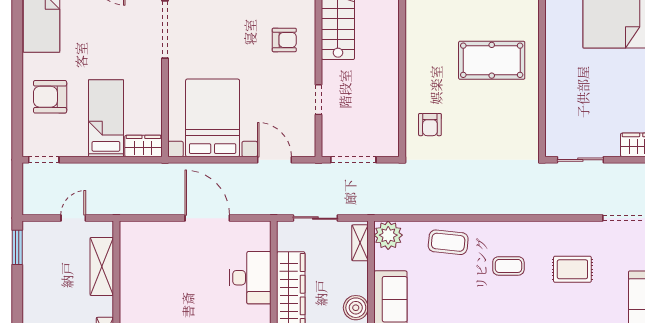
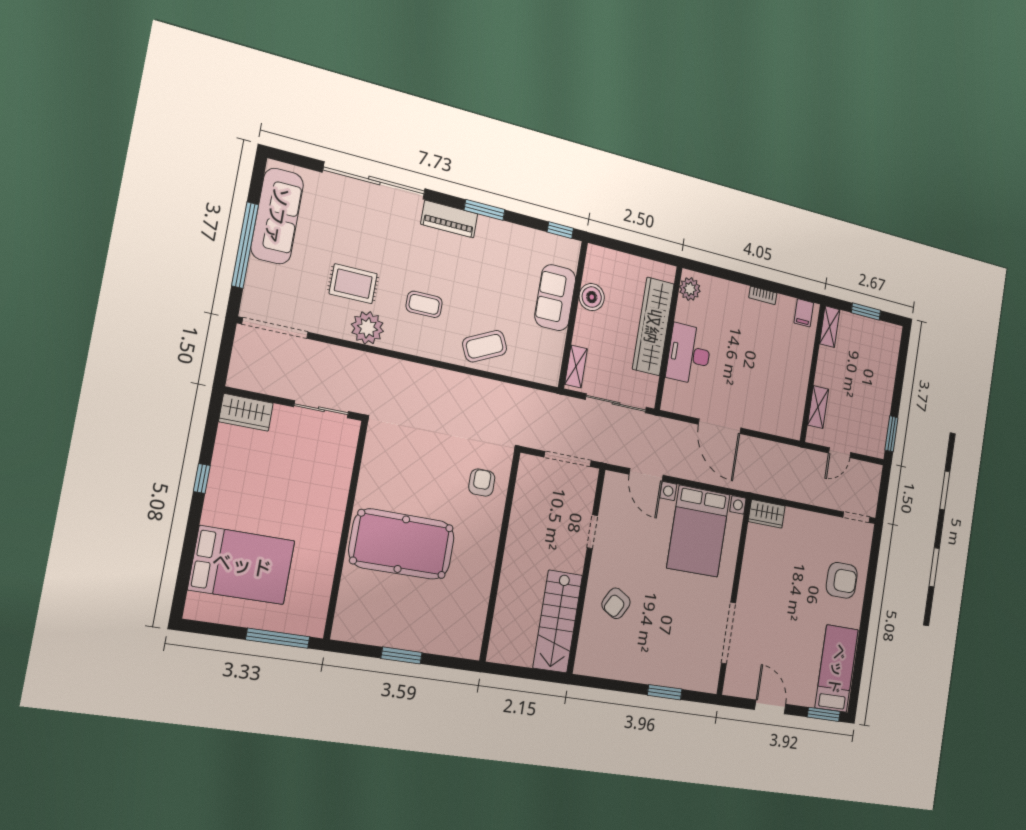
armchair: (284, 40) -> (616, 603), turned -60
pool table: (492, 60) -> (402, 544), width x1.36, depth x1.32
bed: (106, 118) -> (796, 549), removed
sliding door: (315, 218) -> (616, 403), width x1.37
plant: (388, 235) -> (367, 328), moved
coffee table: (448, 242) -> (485, 346), turned -31
shelving: (102, 266) -> (818, 407), width x0.67, depth x0.75

